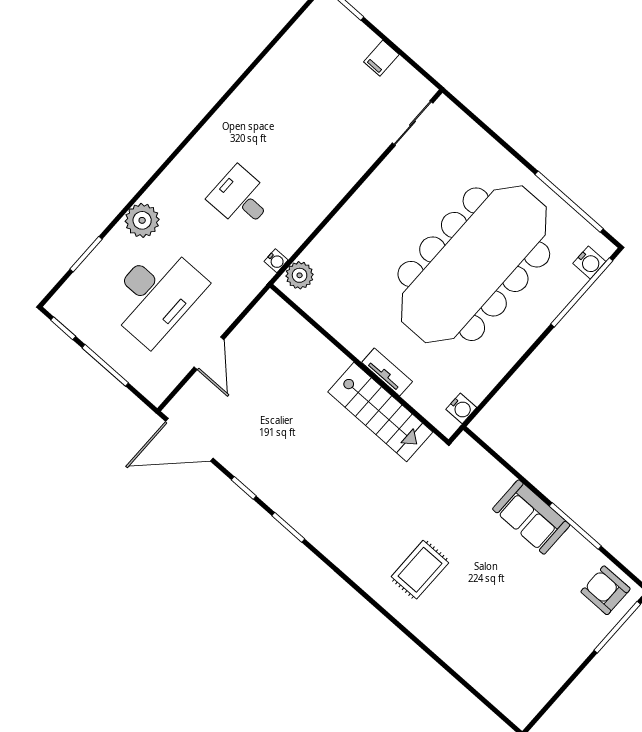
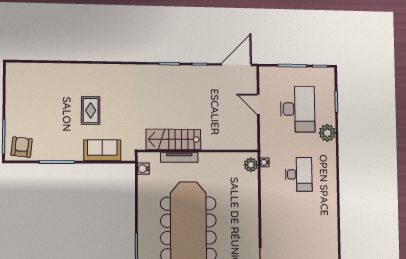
desk: (241, 198) -> (299, 174), width x1.37
desk: (156, 295) -> (298, 109), turned 180
tv unit: (387, 372) -> (179, 157), width x1.41
sofa: (531, 517) -> (102, 150), moved
rug: (420, 570) -> (91, 110), moved
armchair: (606, 590) -> (22, 147), turned -84

